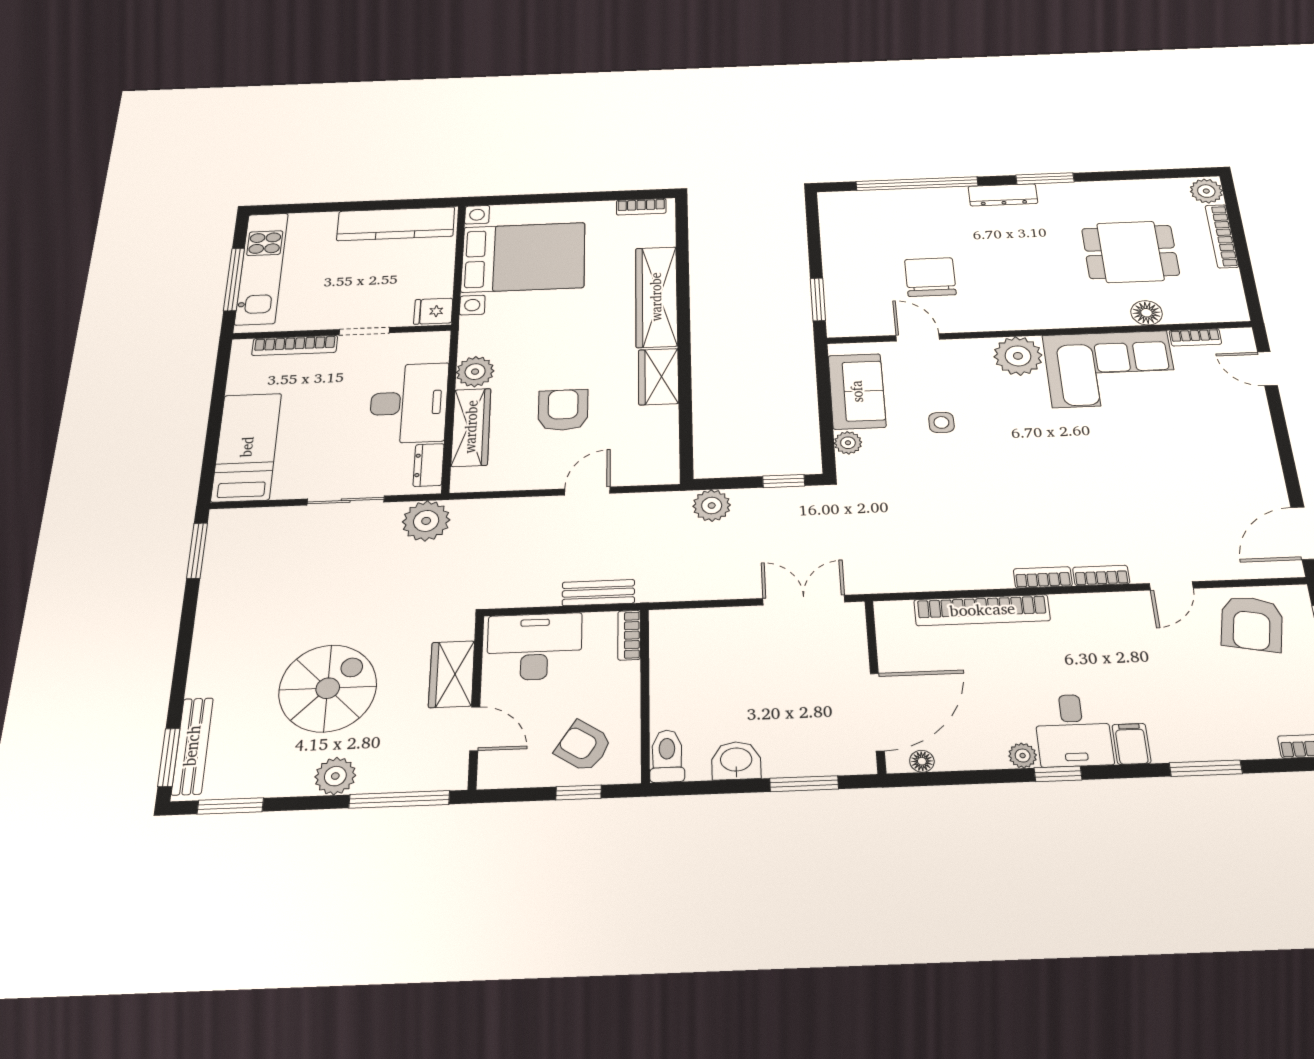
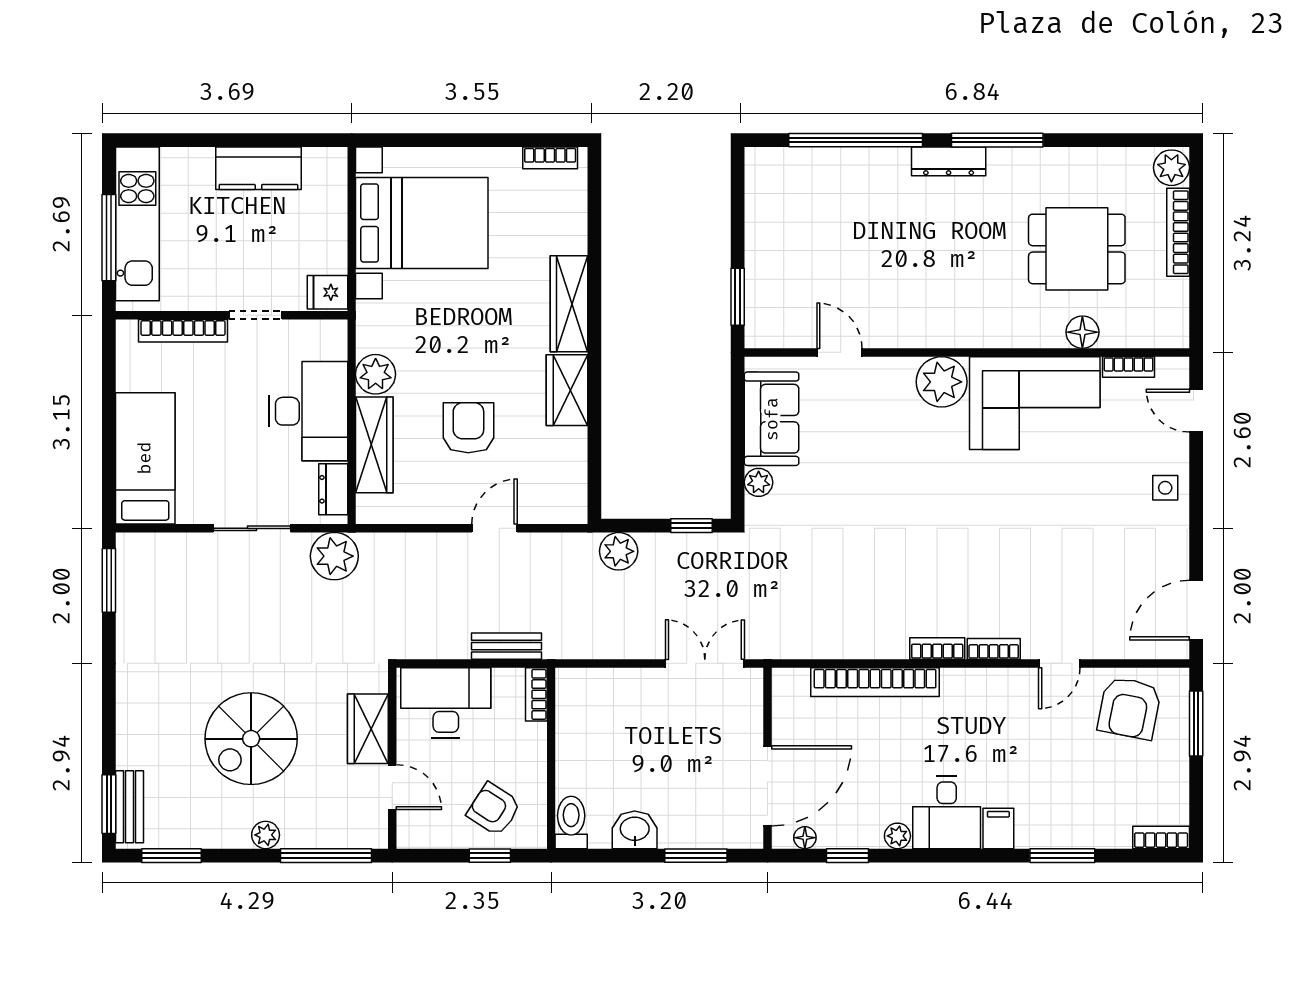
window: (1045, 179) -> (997, 140), width x1.44
kitchen counter: (396, 224) -> (258, 168), width x0.67
chair: (930, 277) -> (859, 273), removed
wardrobe: (656, 297) -> (569, 304), width x0.71, depth x0.85
side table: (941, 422) -> (1165, 488), moved
spiral stairs: (328, 688) -> (251, 739), turned 180
bench: (192, 746) -> (129, 807), width x0.73
window: (1058, 774) -> (847, 856), moved
plant: (335, 776) -> (266, 835), width x0.73, depth x0.73

